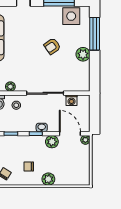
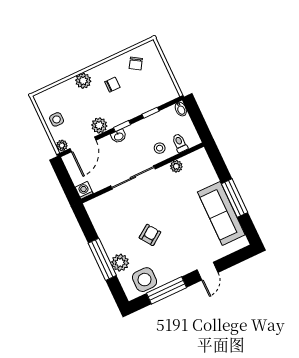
window: (95, 34) -> (102, 259), moved
plant: (83, 54) -> (120, 263), moved
washing machine: (71, 100) -> (84, 190), moved
door: (70, 134) -> (83, 144), hinge flipped
side table: (80, 160) -> (57, 119), added

